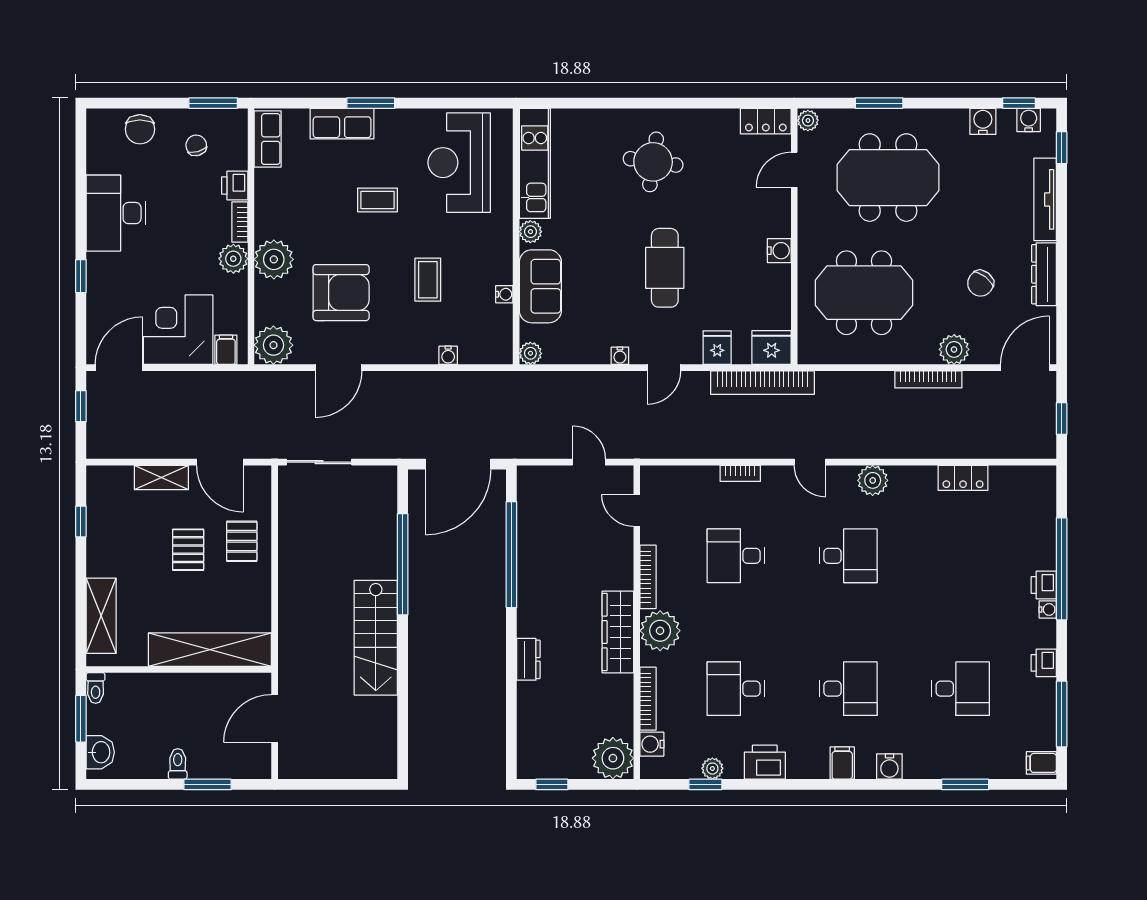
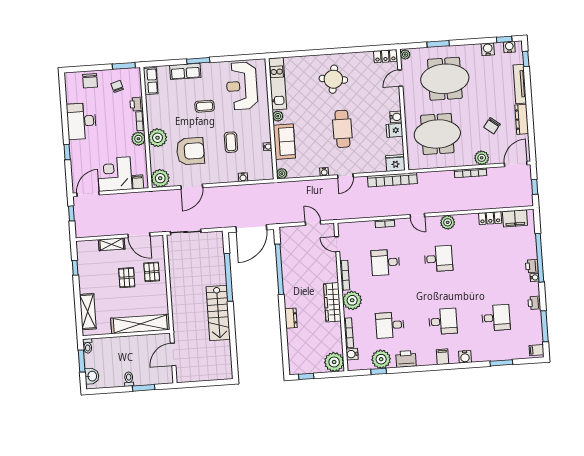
fridge: (717, 348) -> (395, 130), moved, turned -90
filing cabinet: (1015, 482) -> (515, 218), added
plant: (712, 768) -> (381, 359), width x1.88, depth x1.88

